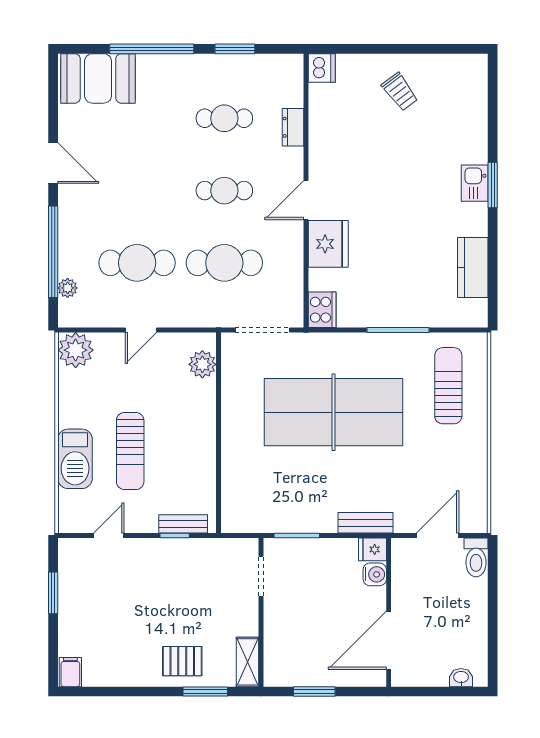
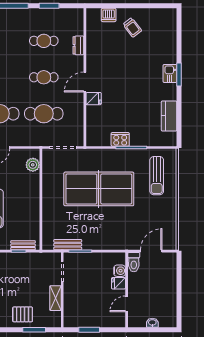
dishwasher: (322, 68) -> (109, 15), moved, turned 90
fridge: (328, 244) -> (94, 99), width x0.53, depth x0.75
cooker: (322, 310) -> (120, 139), moved, turned -90
sun lounger: (448, 386) -> (157, 176), turned 180
bench: (365, 523) -> (68, 245), moved
fridge: (372, 549) -> (118, 283), moved
toilet: (476, 557) -> (134, 262), moved
door: (389, 640) -> (127, 304), width x0.53
shelving: (247, 662) -> (55, 298), moved
washbasin: (461, 678) -> (152, 323), moved

